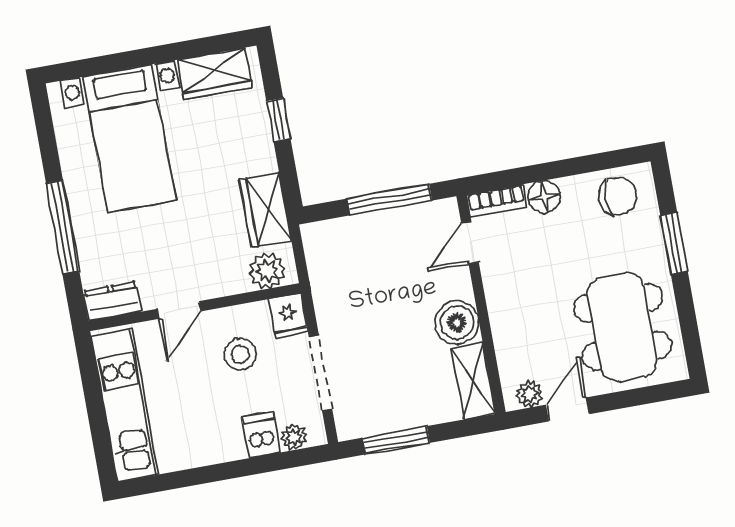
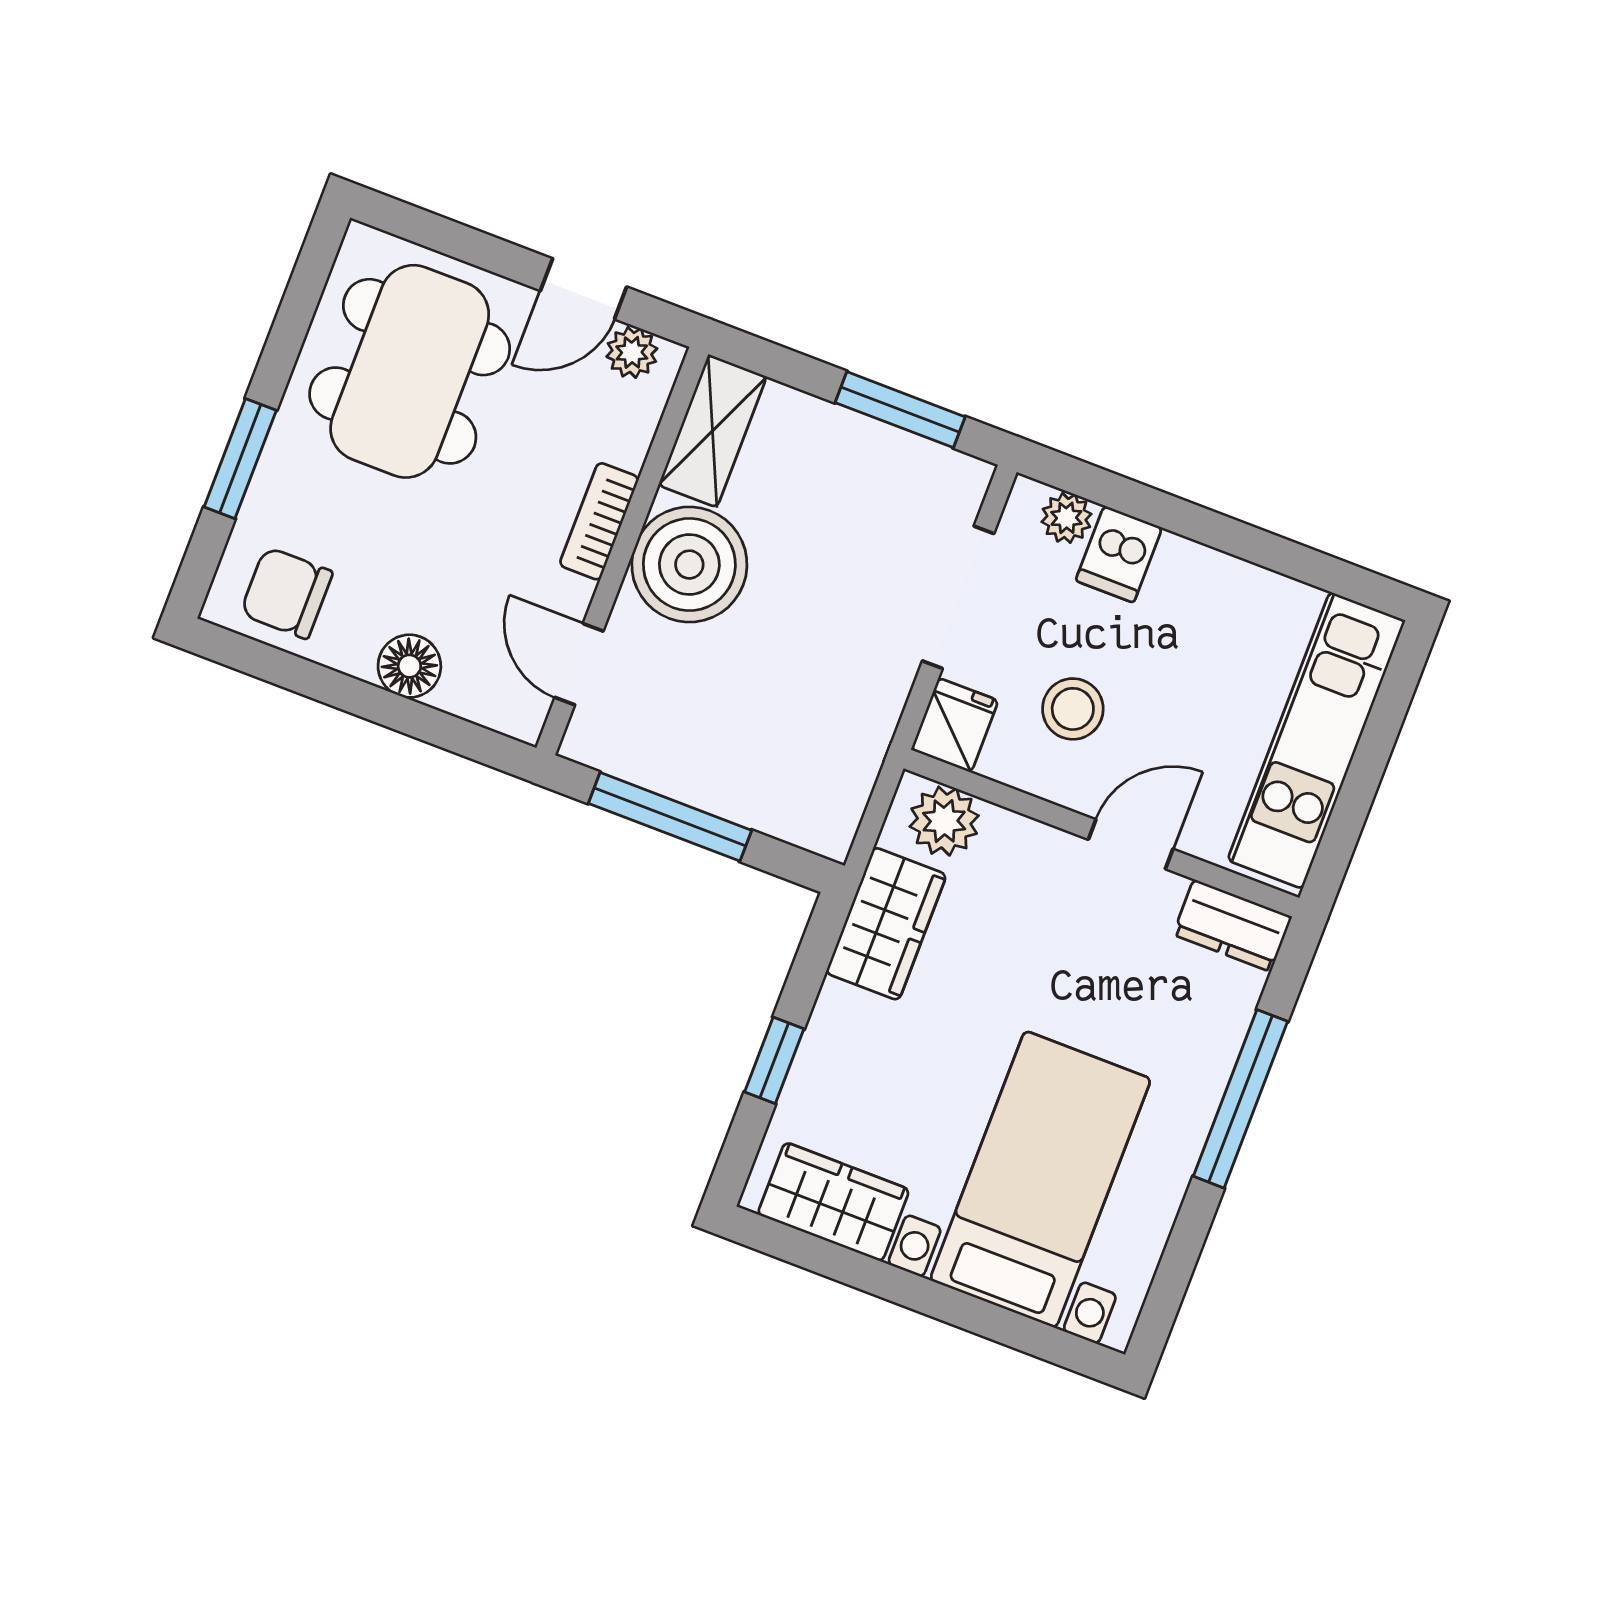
bookcase: (497, 201) -> (599, 521), moved, turned -90
door: (470, 243) -> (579, 664), swing flipped
boiler: (457, 322) -> (689, 565), width x1.37, depth x1.37

